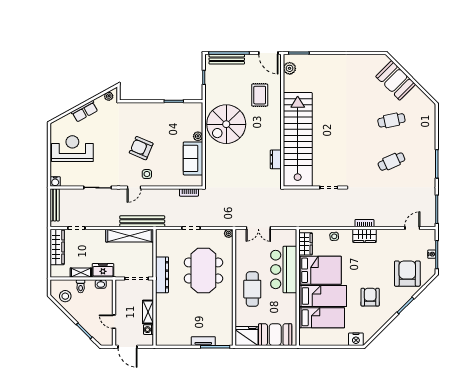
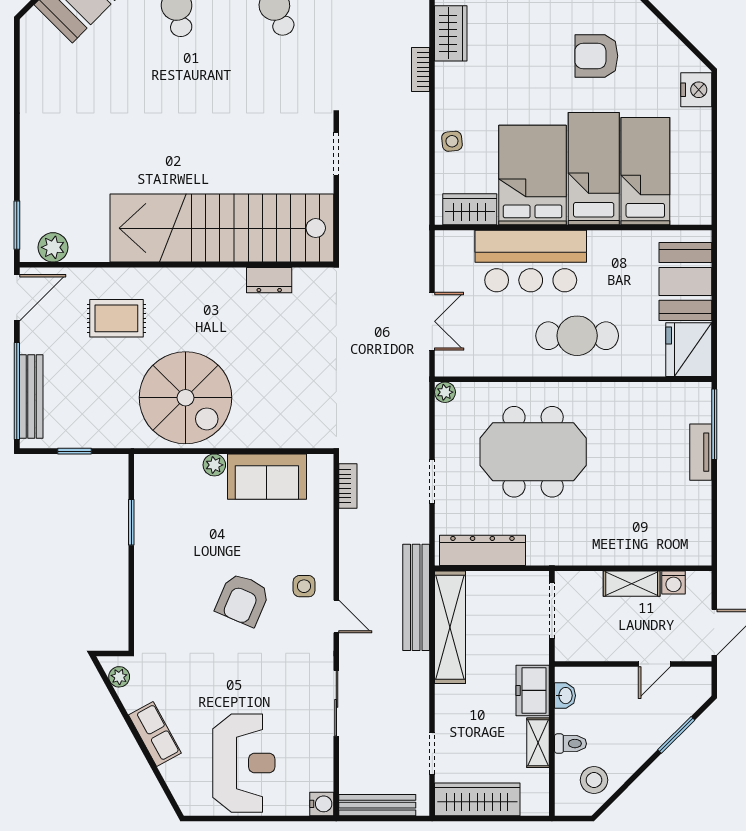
reception desk: (72, 149) -> (244, 763), turned 180
wardrobe: (365, 236) -> (451, 33), moved
dresser: (162, 275) -> (482, 550), moved

